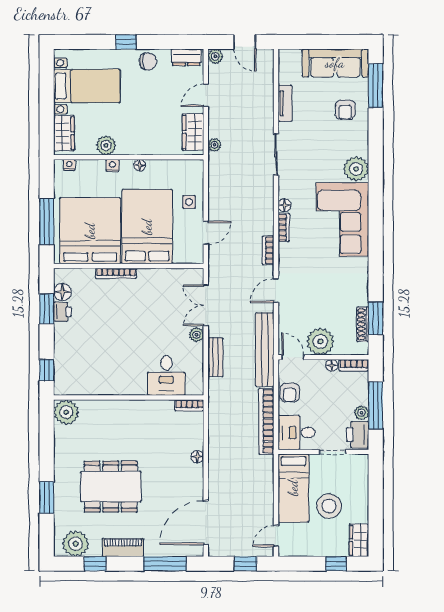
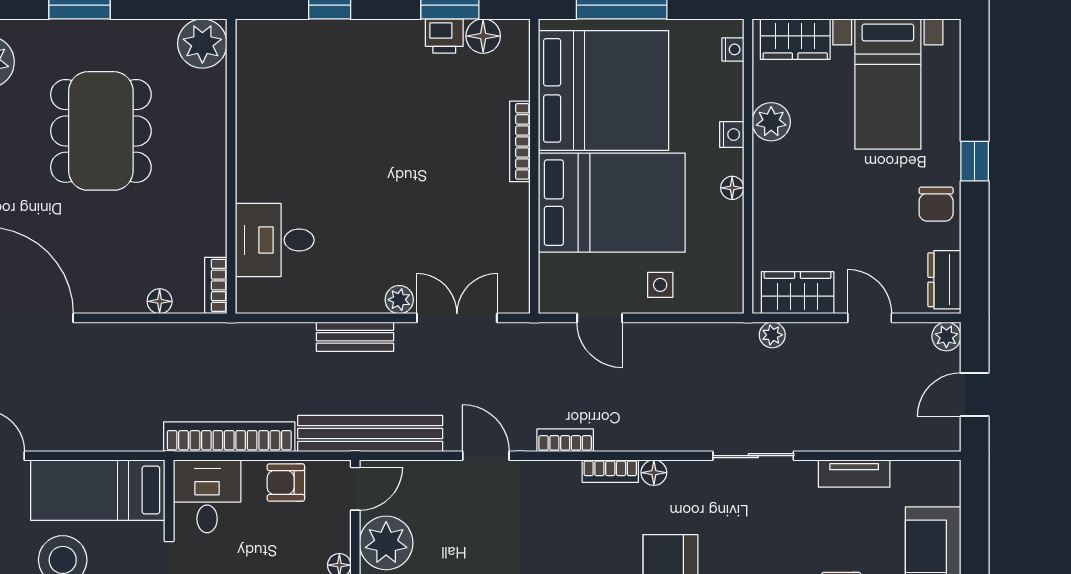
desk: (166, 375) -> (275, 240), moved
wall: (129, 398) -> (231, 166), moved
bookcase: (189, 405) -> (216, 285), moved
plant: (66, 412) -> (202, 44), moved

